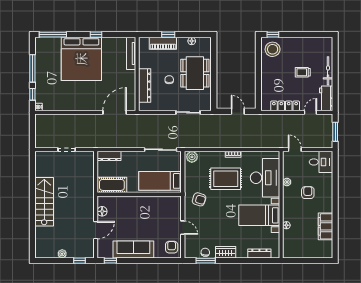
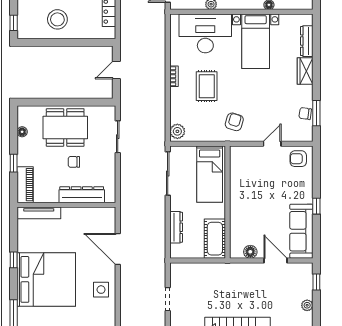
piano: (163, 43) -> (25, 185), moved
stool: (273, 49) -> (57, 19), moved
side table: (74, 100) -> (101, 290), added
door: (115, 112) -> (118, 249), moved
dresser: (109, 156) -> (176, 227), moved
rug: (226, 179) -> (207, 86), width x0.73, depth x0.70
sofa: (133, 249) -> (301, 231), moved
wardrobe: (226, 252) -> (305, 71), moved
window: (110, 261) -> (316, 206), moved

